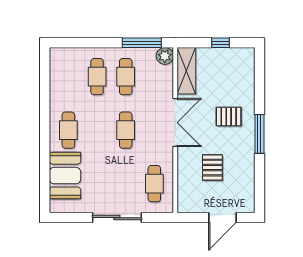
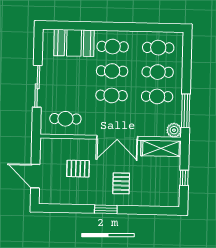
cafe table: (68, 77) -> (158, 48), added
cafe table: (97, 130) -> (112, 71), added
window: (259, 134) -> (106, 209), width x0.69

